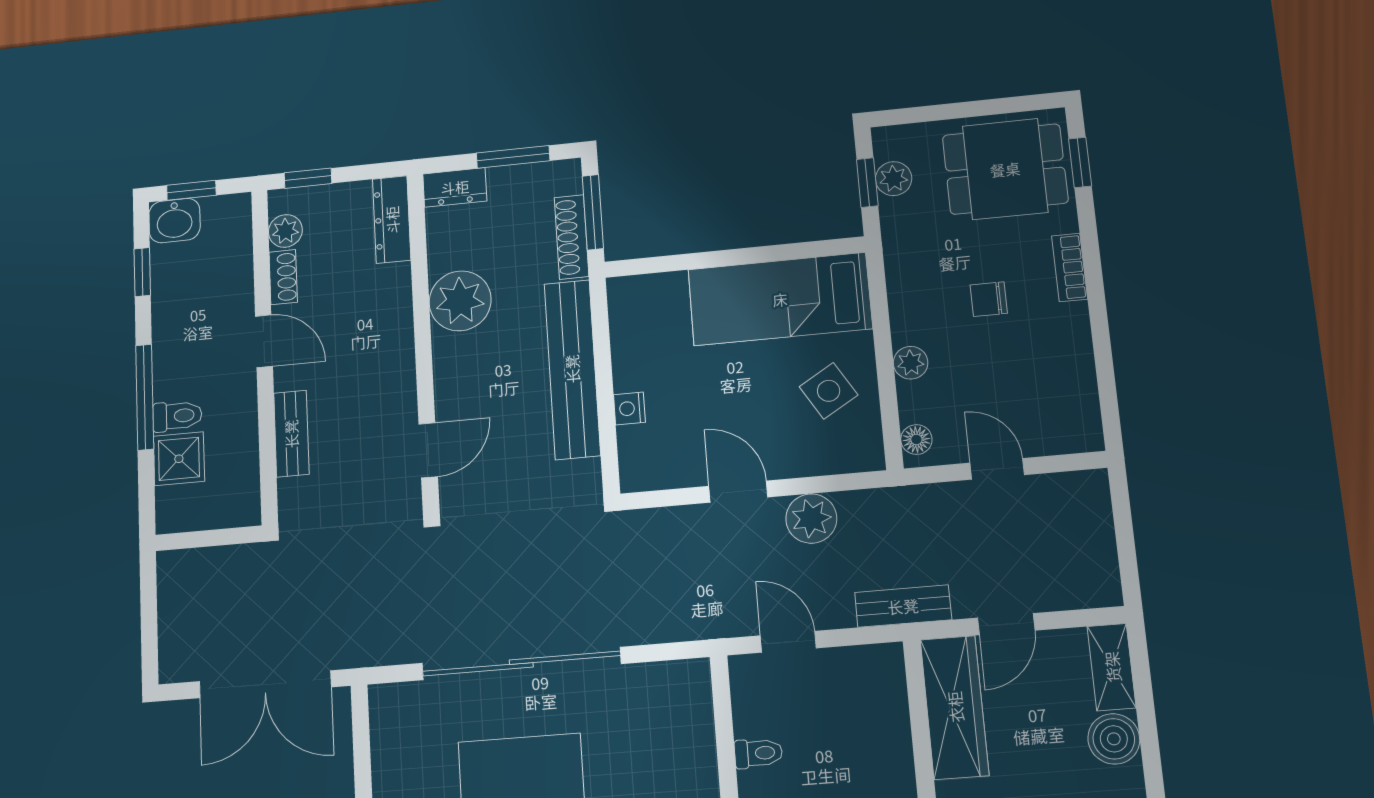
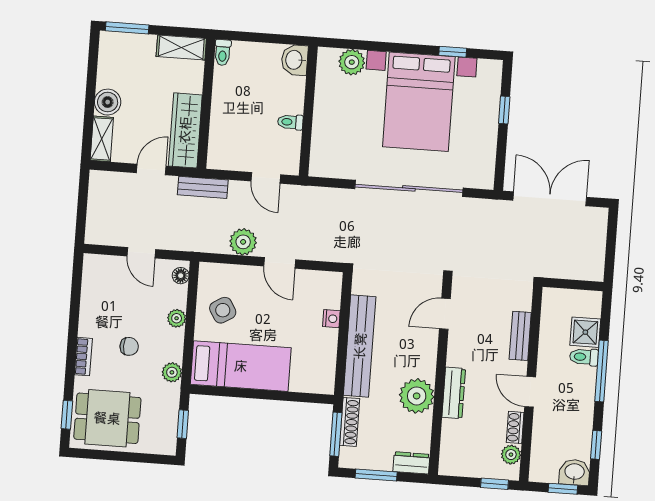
plant: (894, 179) -> (172, 372), moved
dresser: (392, 220) -> (454, 393), moved

